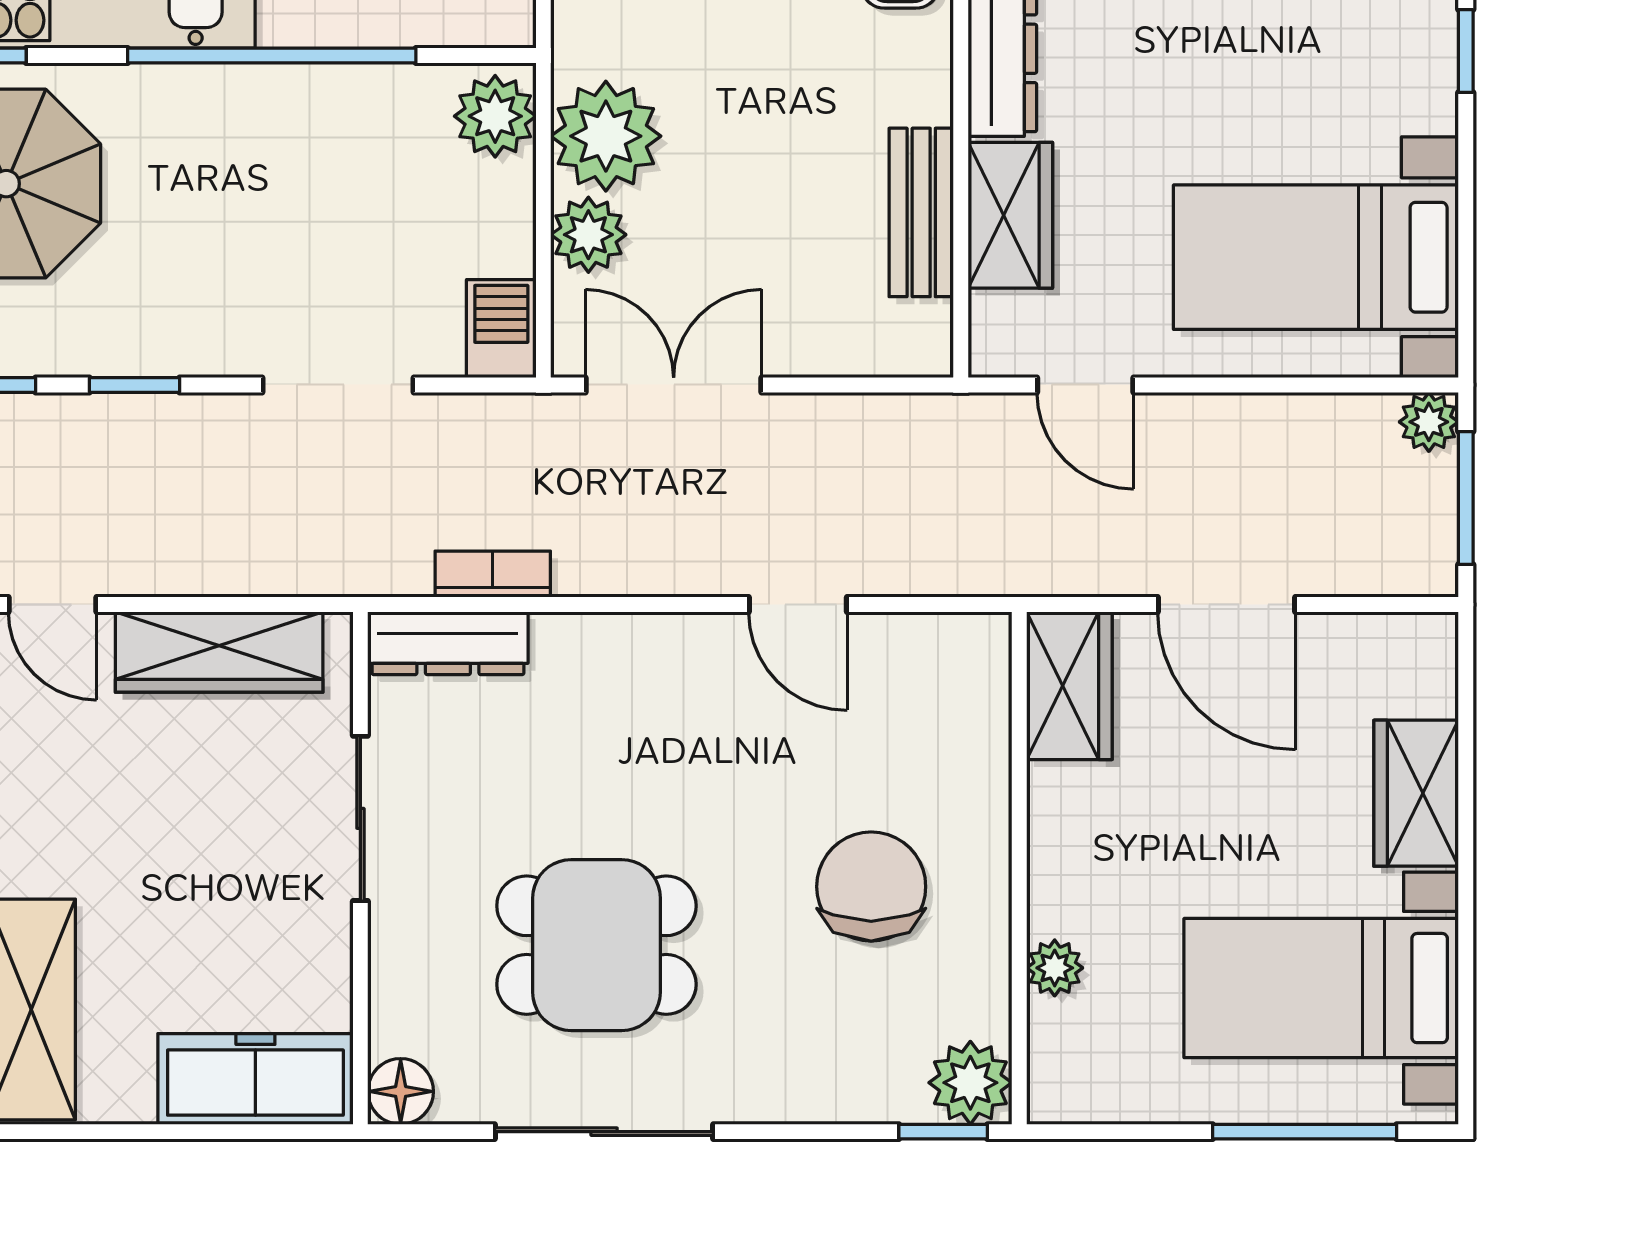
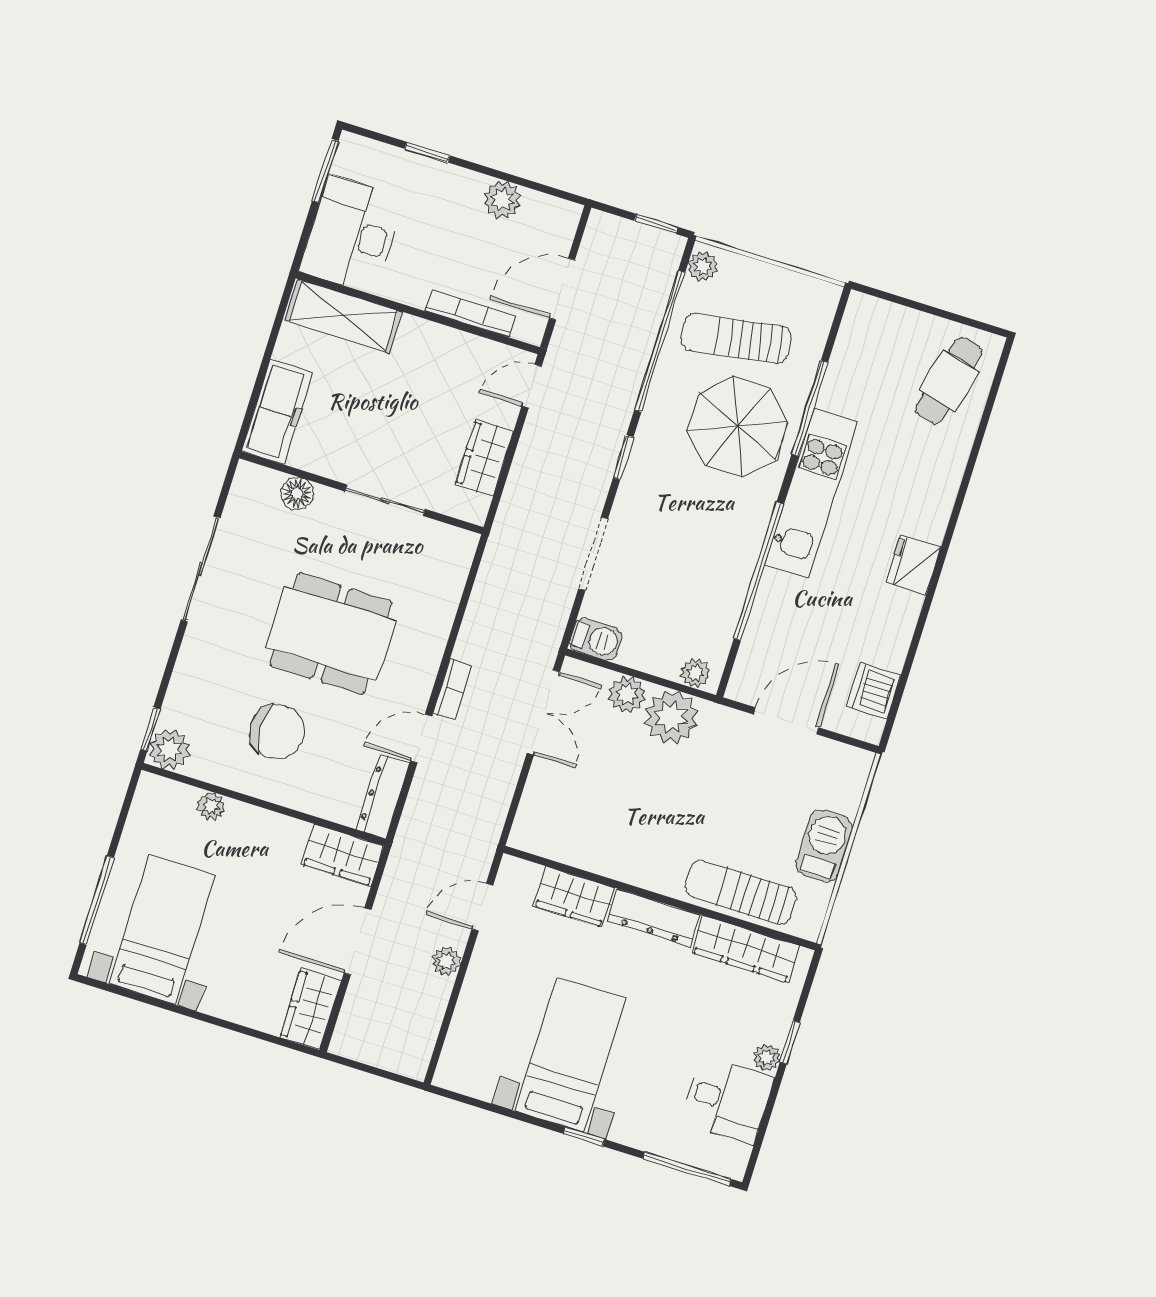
plant: (495, 116) -> (695, 673), width x0.73, depth x0.73
bench: (921, 212) -> (588, 855), removed
bed with nightstands: (1316, 257) -> (570, 1055), moved
plant: (1429, 422) -> (446, 961), moved
window: (1466, 498) -> (373, 1070), removed
bookcase: (493, 574) -> (452, 689), moved
dresser: (448, 643) -> (383, 796), moved
wardrobe: (219, 652) -> (484, 458), width x0.67
wardrobe: (1416, 793) -> (311, 1009), moved, turned -90
dining table: (596, 945) -> (331, 633), moved, width x1.38
floor lamp: (401, 1091) -> (297, 493), moved

